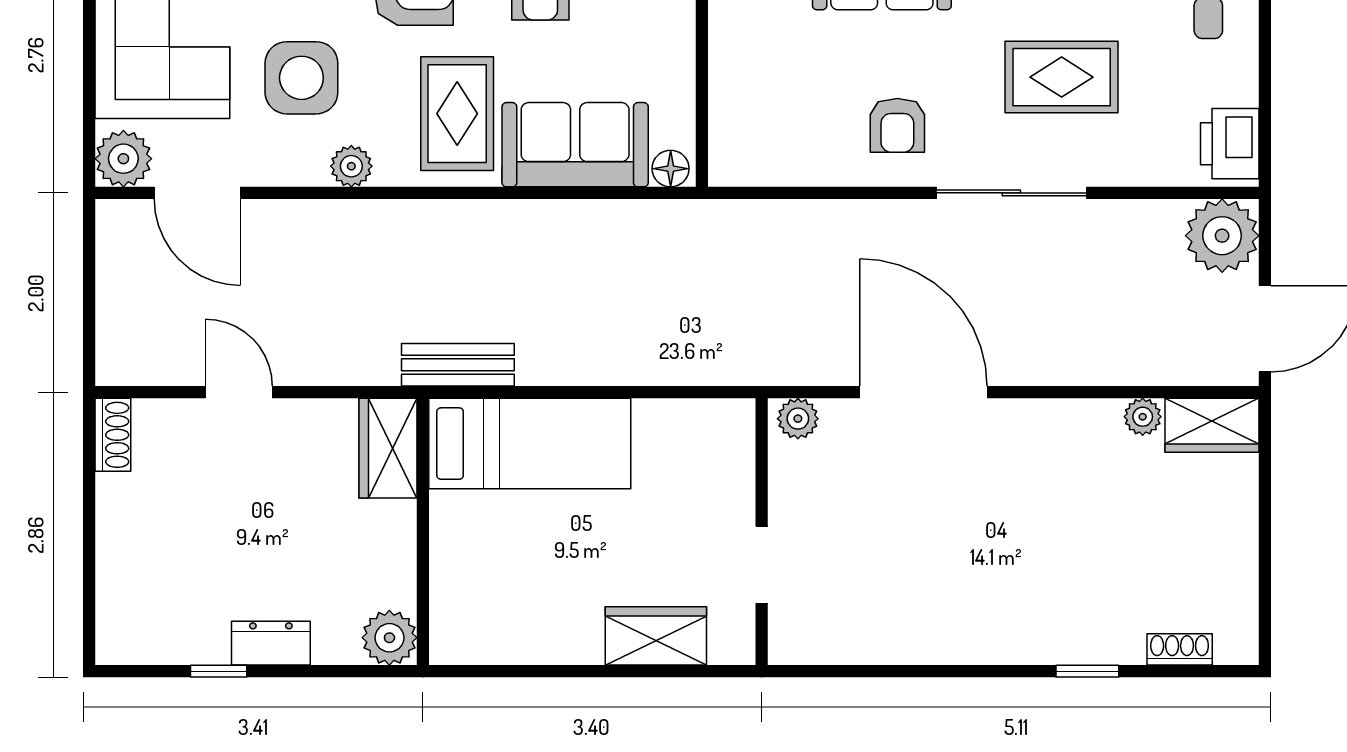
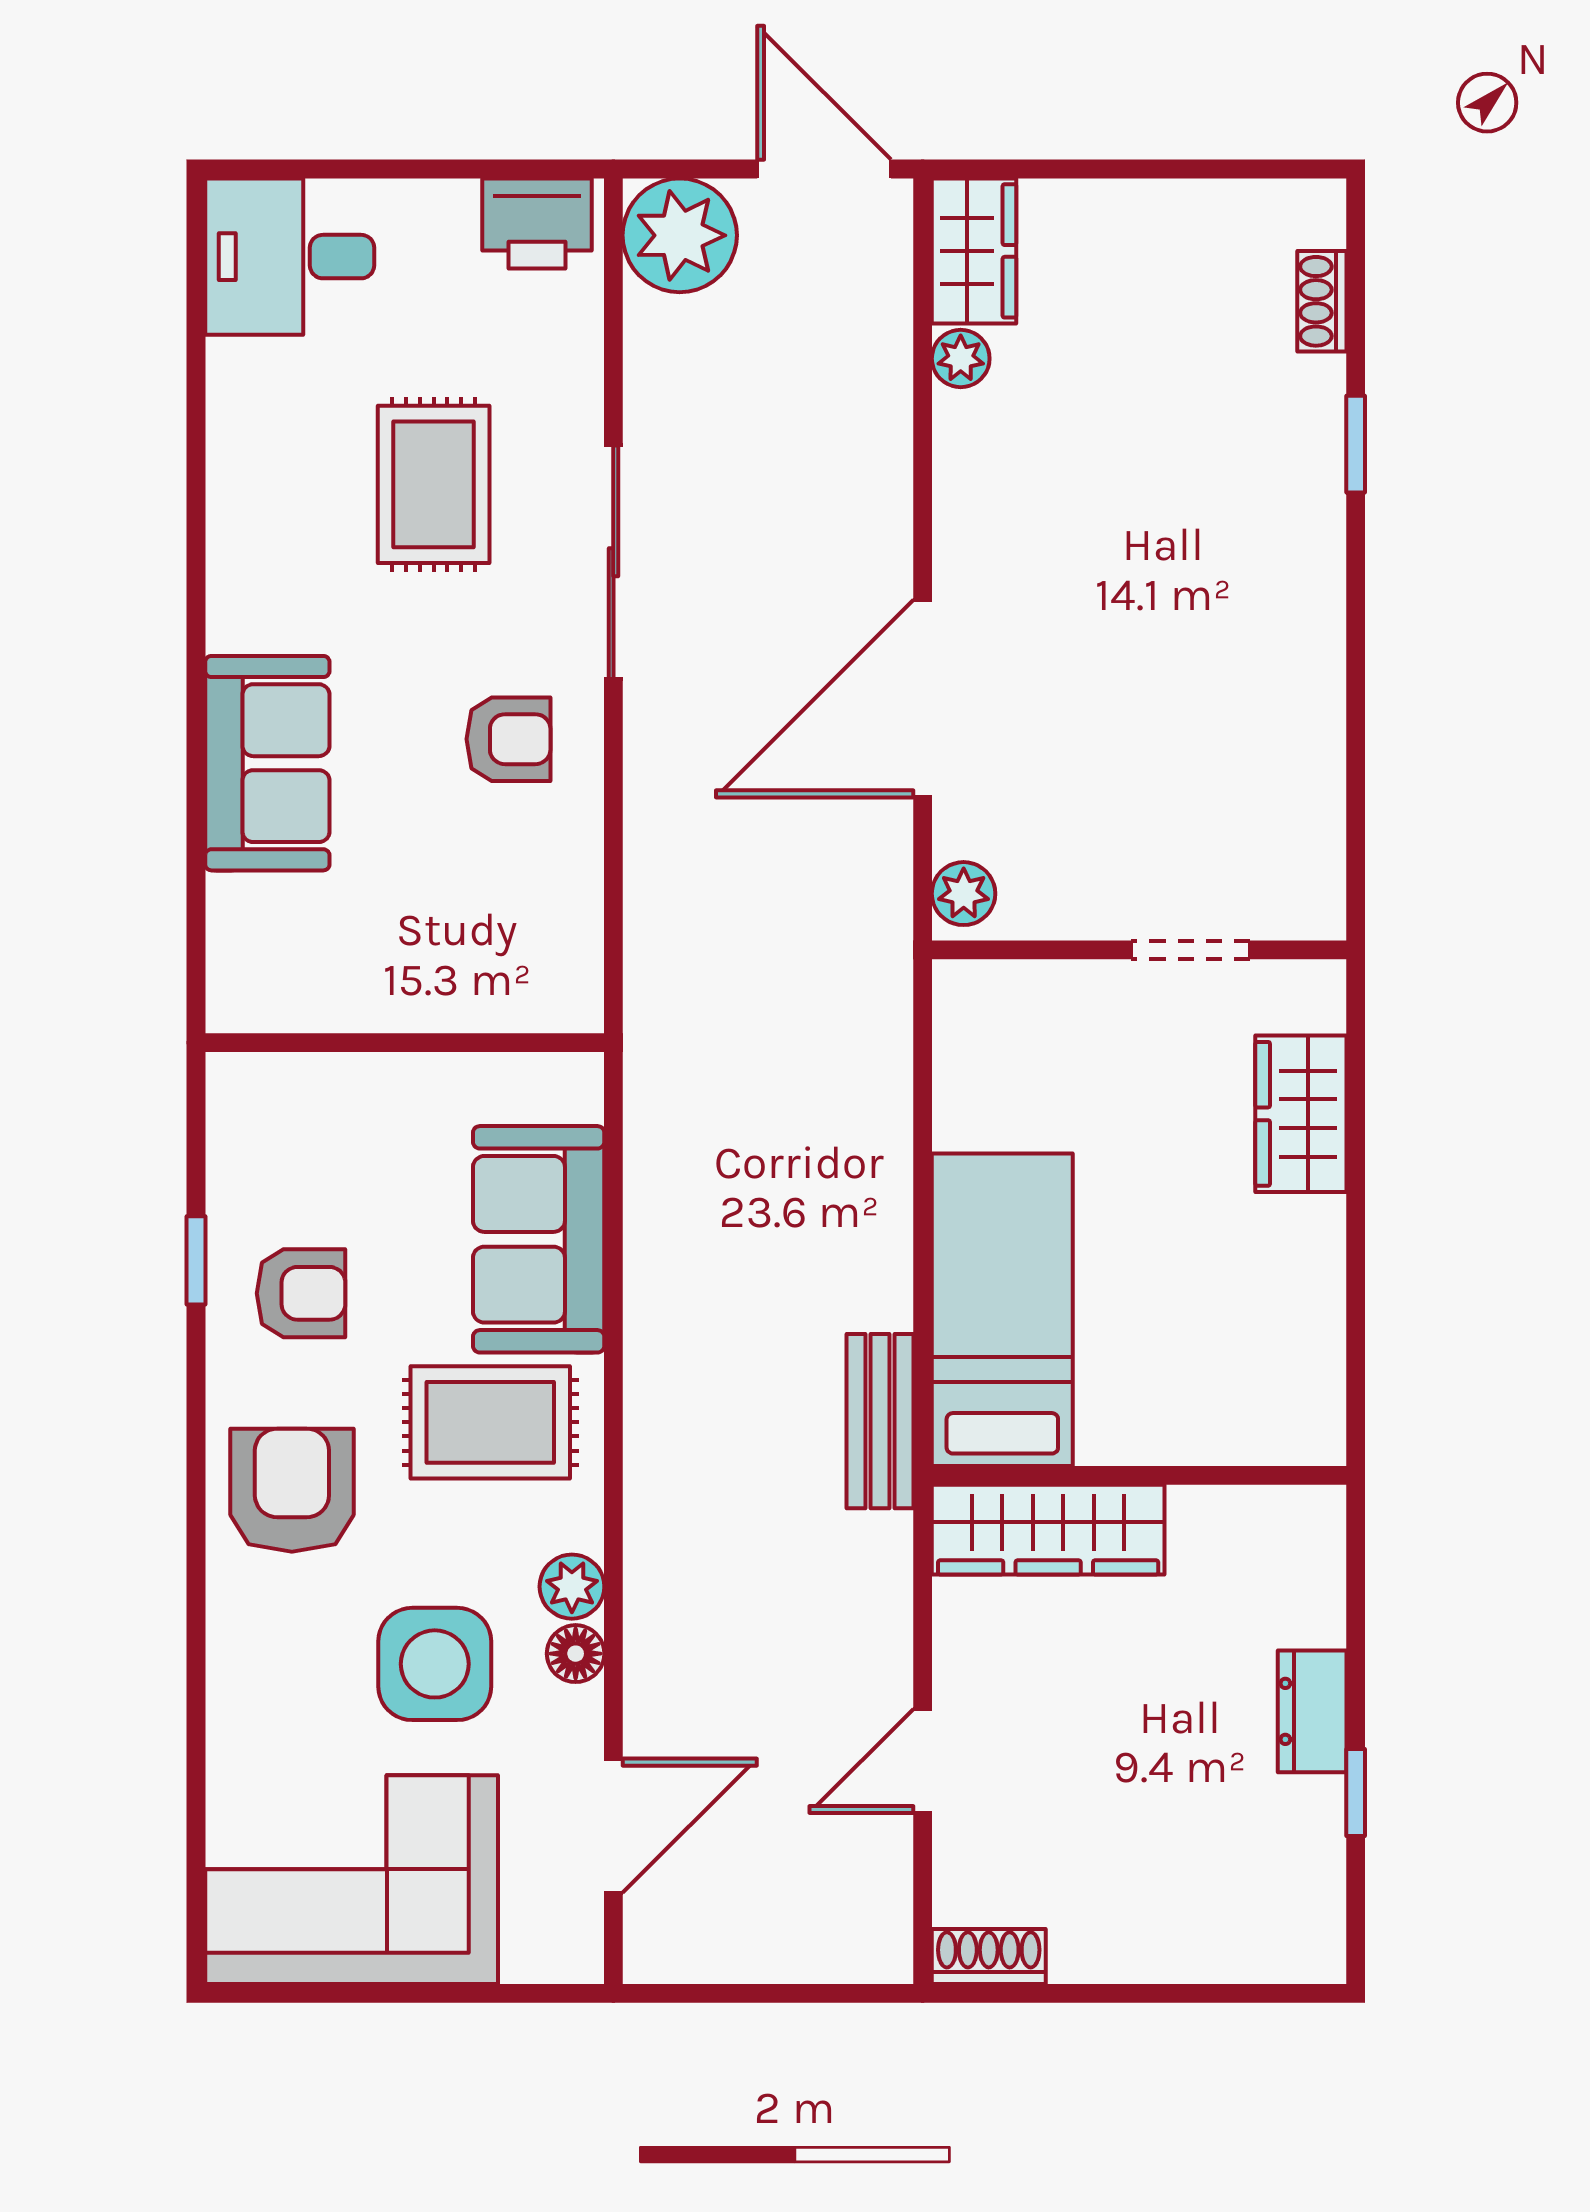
plant: (123, 159) -> (560, 1940), removed
floor lamp: (671, 169) -> (576, 1654), moved
wardrobe: (388, 448) -> (1048, 1530), width x1.50
plant: (389, 638) -> (1304, 1527), removed

